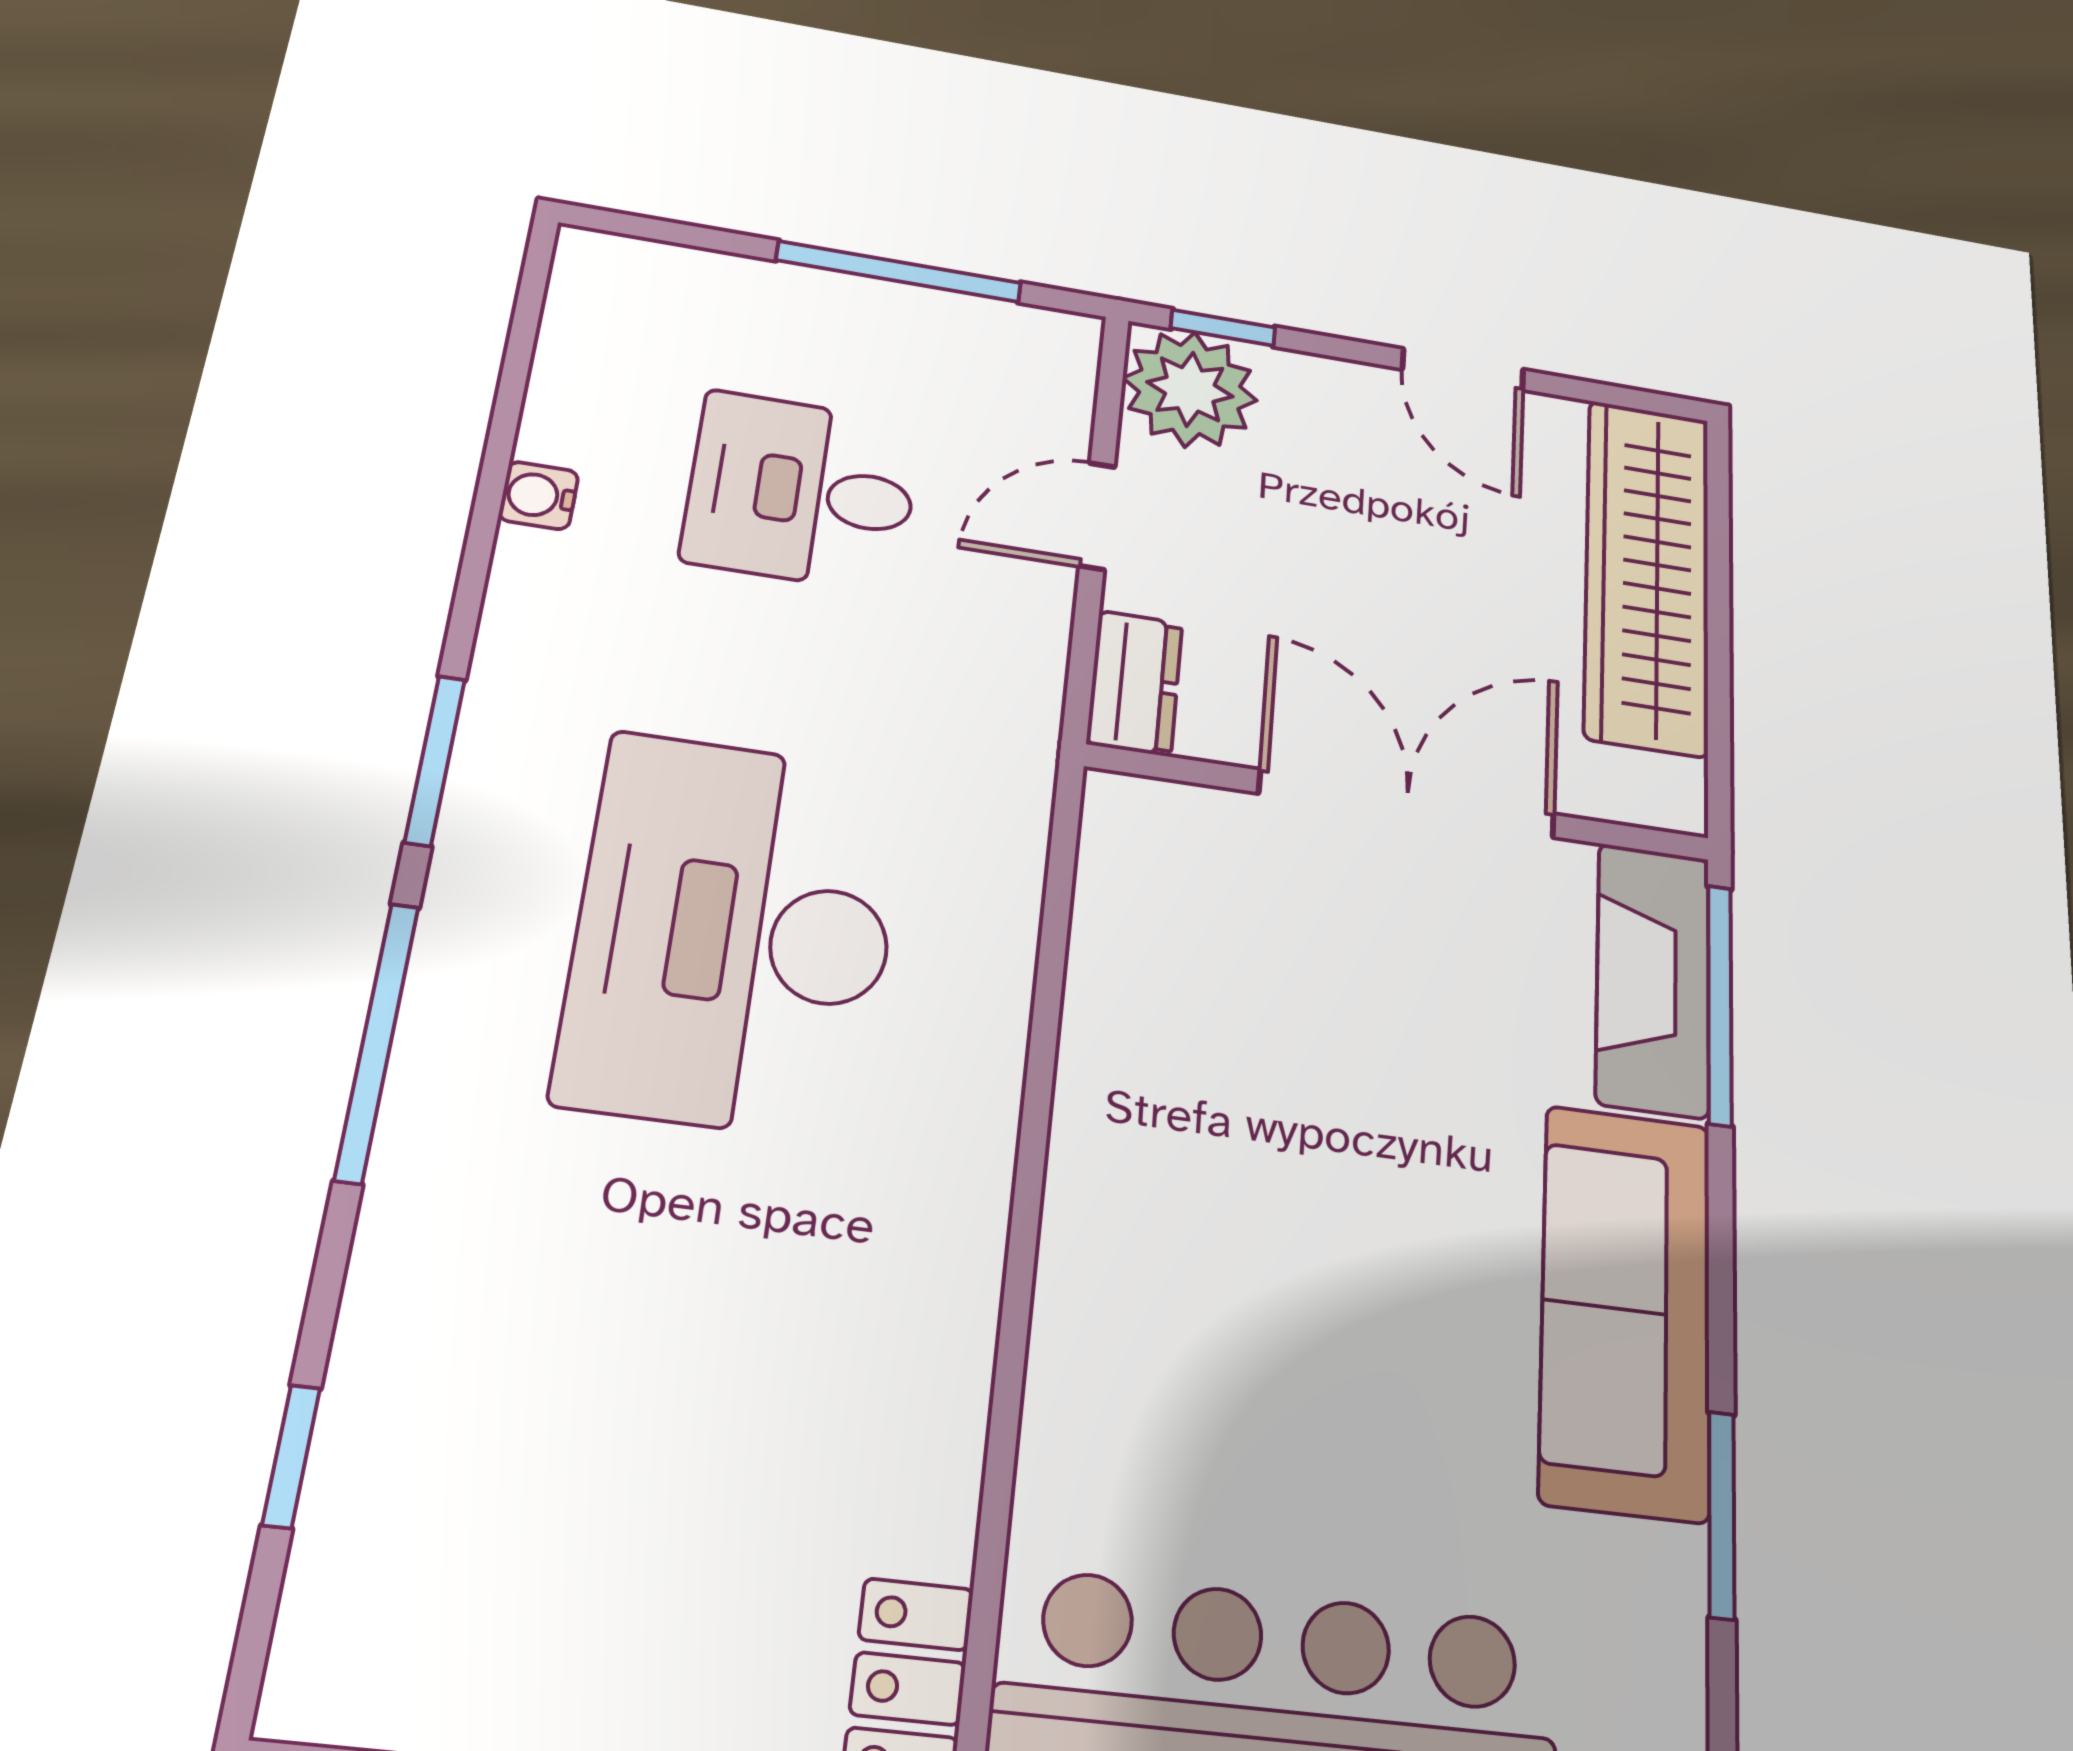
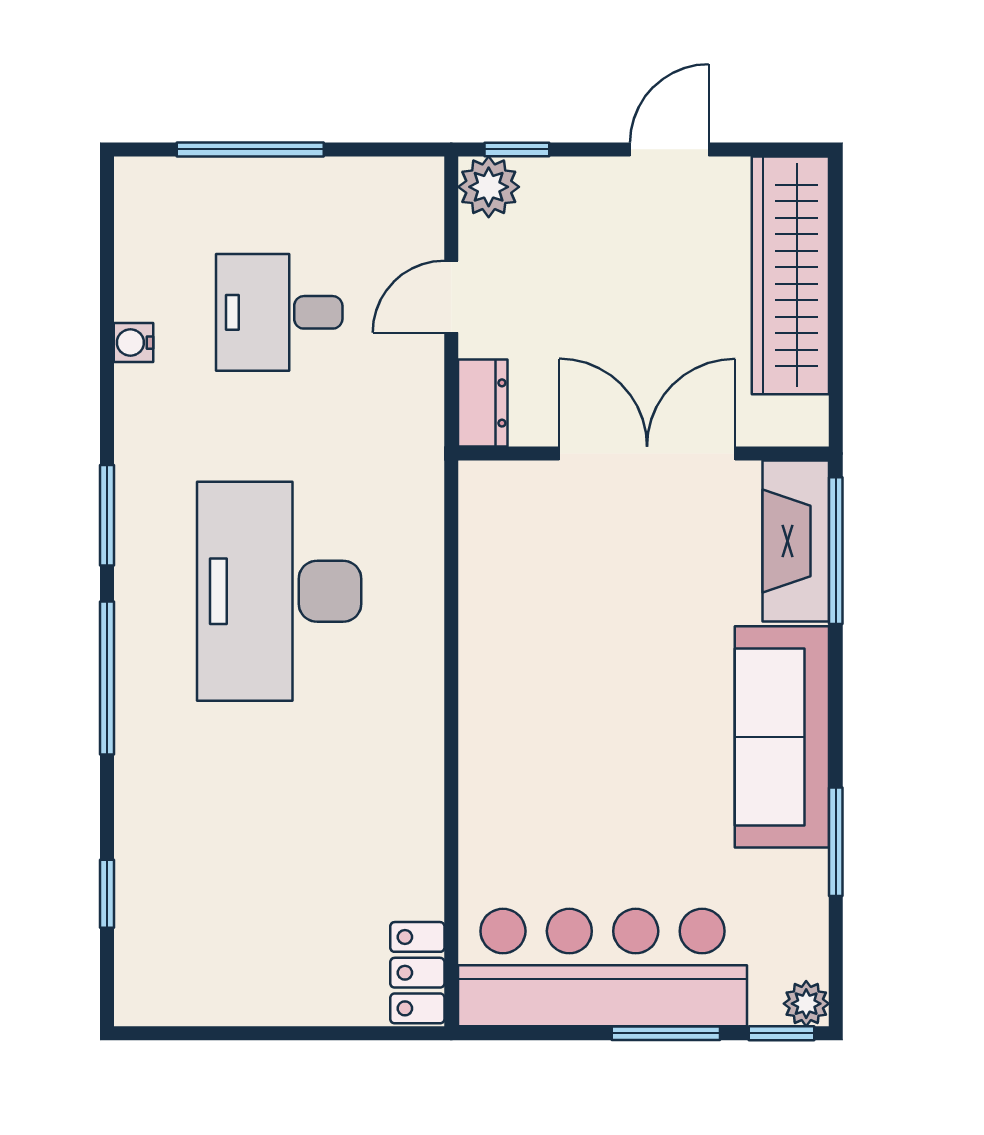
window: (899, 272) -> (250, 149), moved
door: (1463, 369) -> (669, 149), swing flipped
plant: (1190, 389) -> (489, 187), width x0.73, depth x0.73

